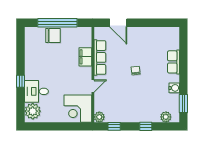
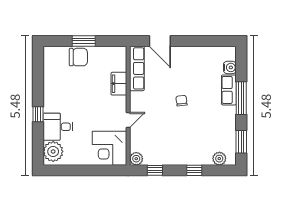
window: (57, 23) -> (84, 41), width x0.47
row of seats: (100, 57) -> (137, 68), moved
window: (183, 68) -> (241, 98), added
water cooler: (174, 88) -> (230, 67), moved

